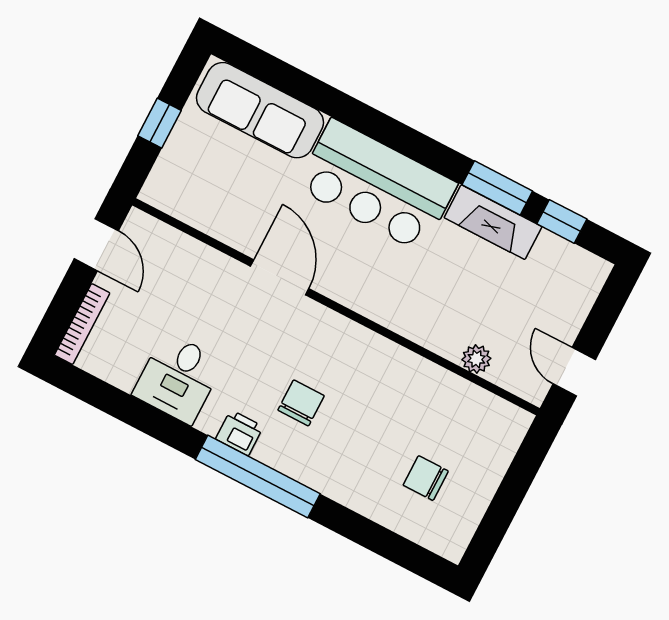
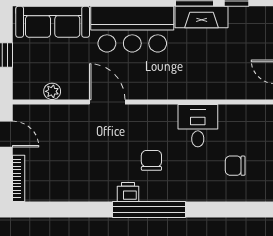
plant: (476, 359) -> (52, 91), moved
desk: (178, 378) -> (198, 126), moved, turned 180

